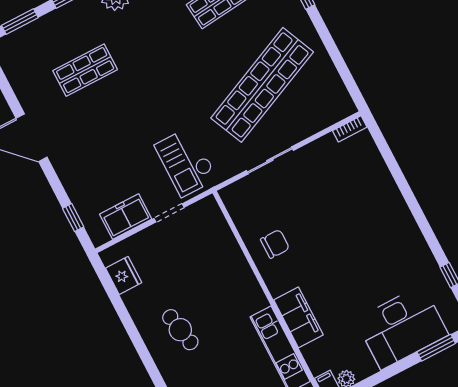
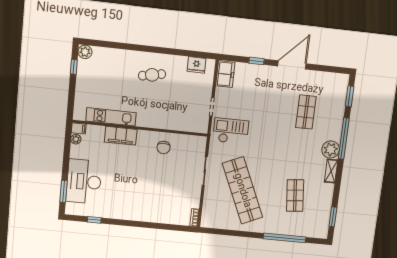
freezer: (126, 217) -> (225, 74), moved
window: (73, 218) -> (256, 61), moved

